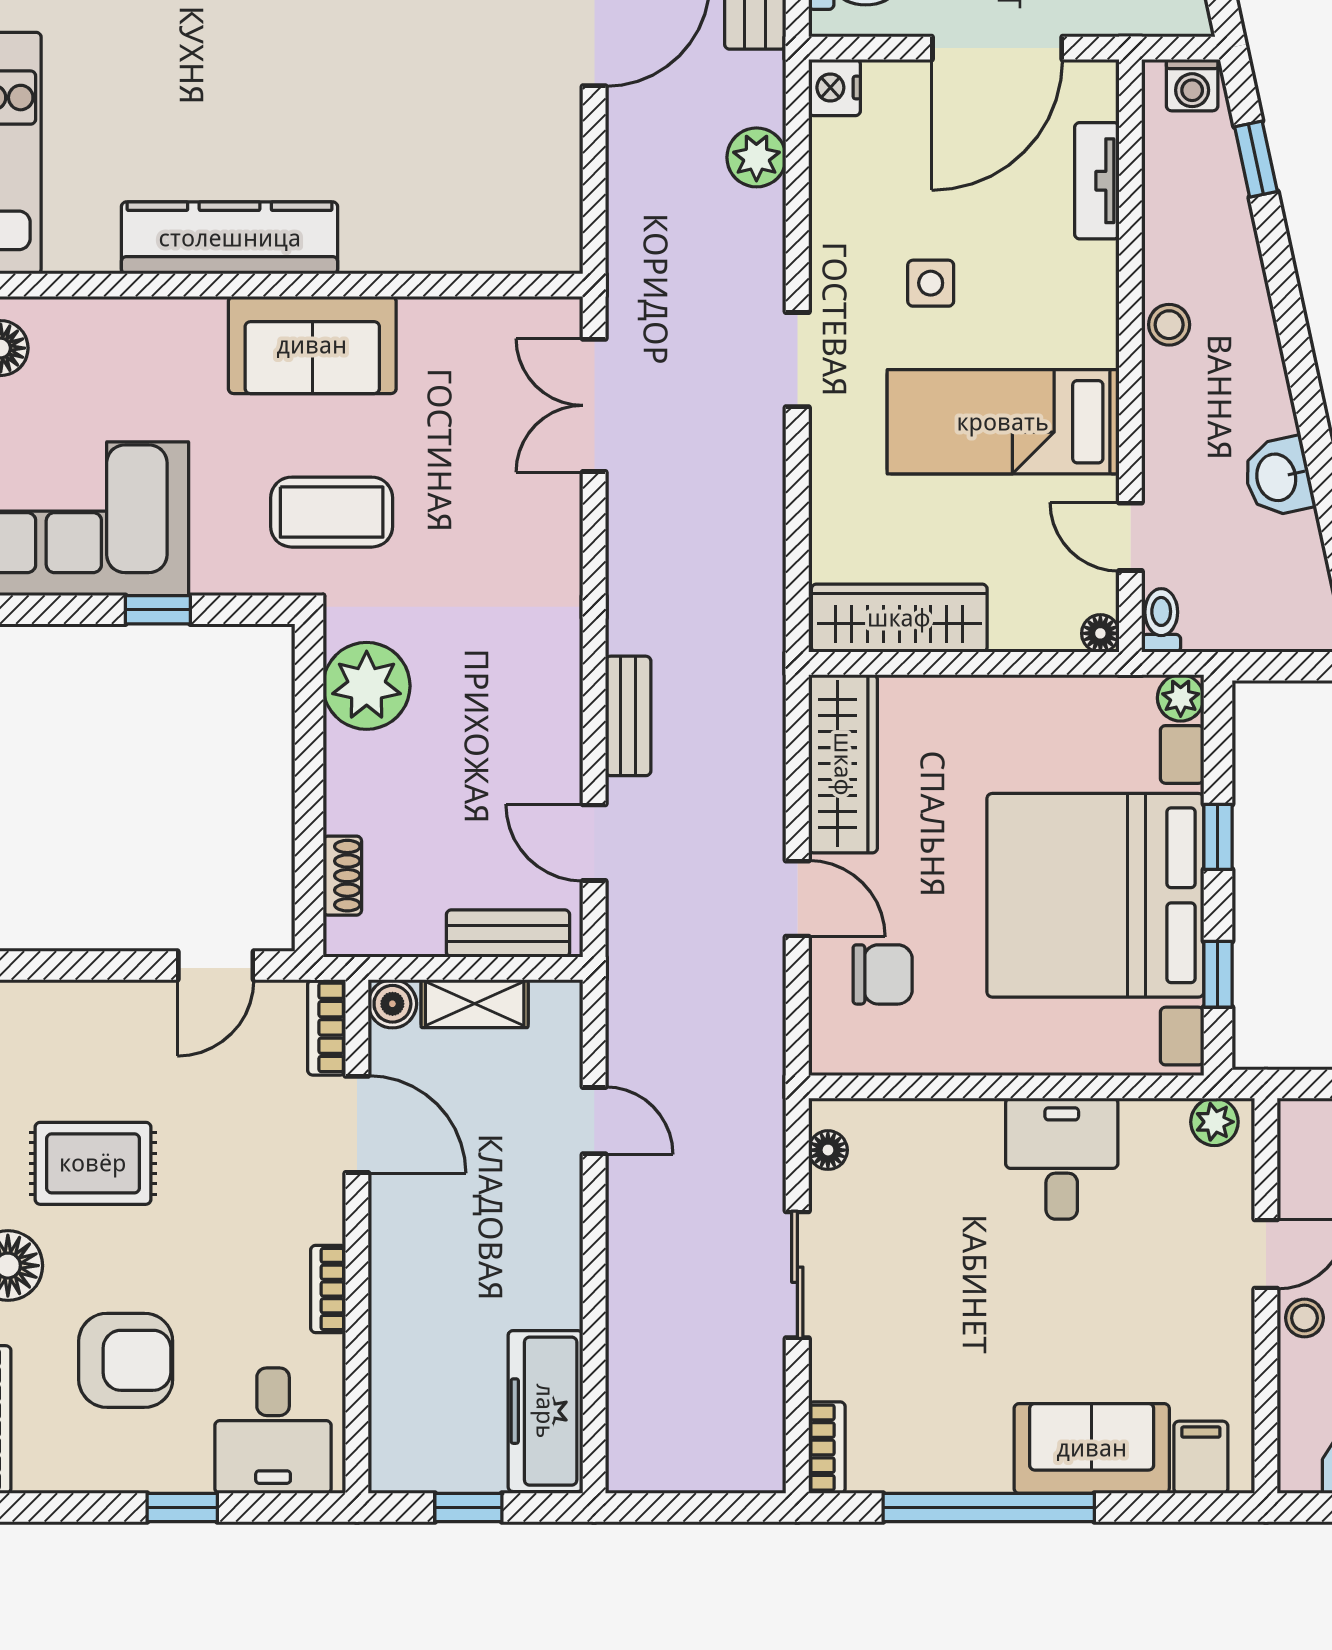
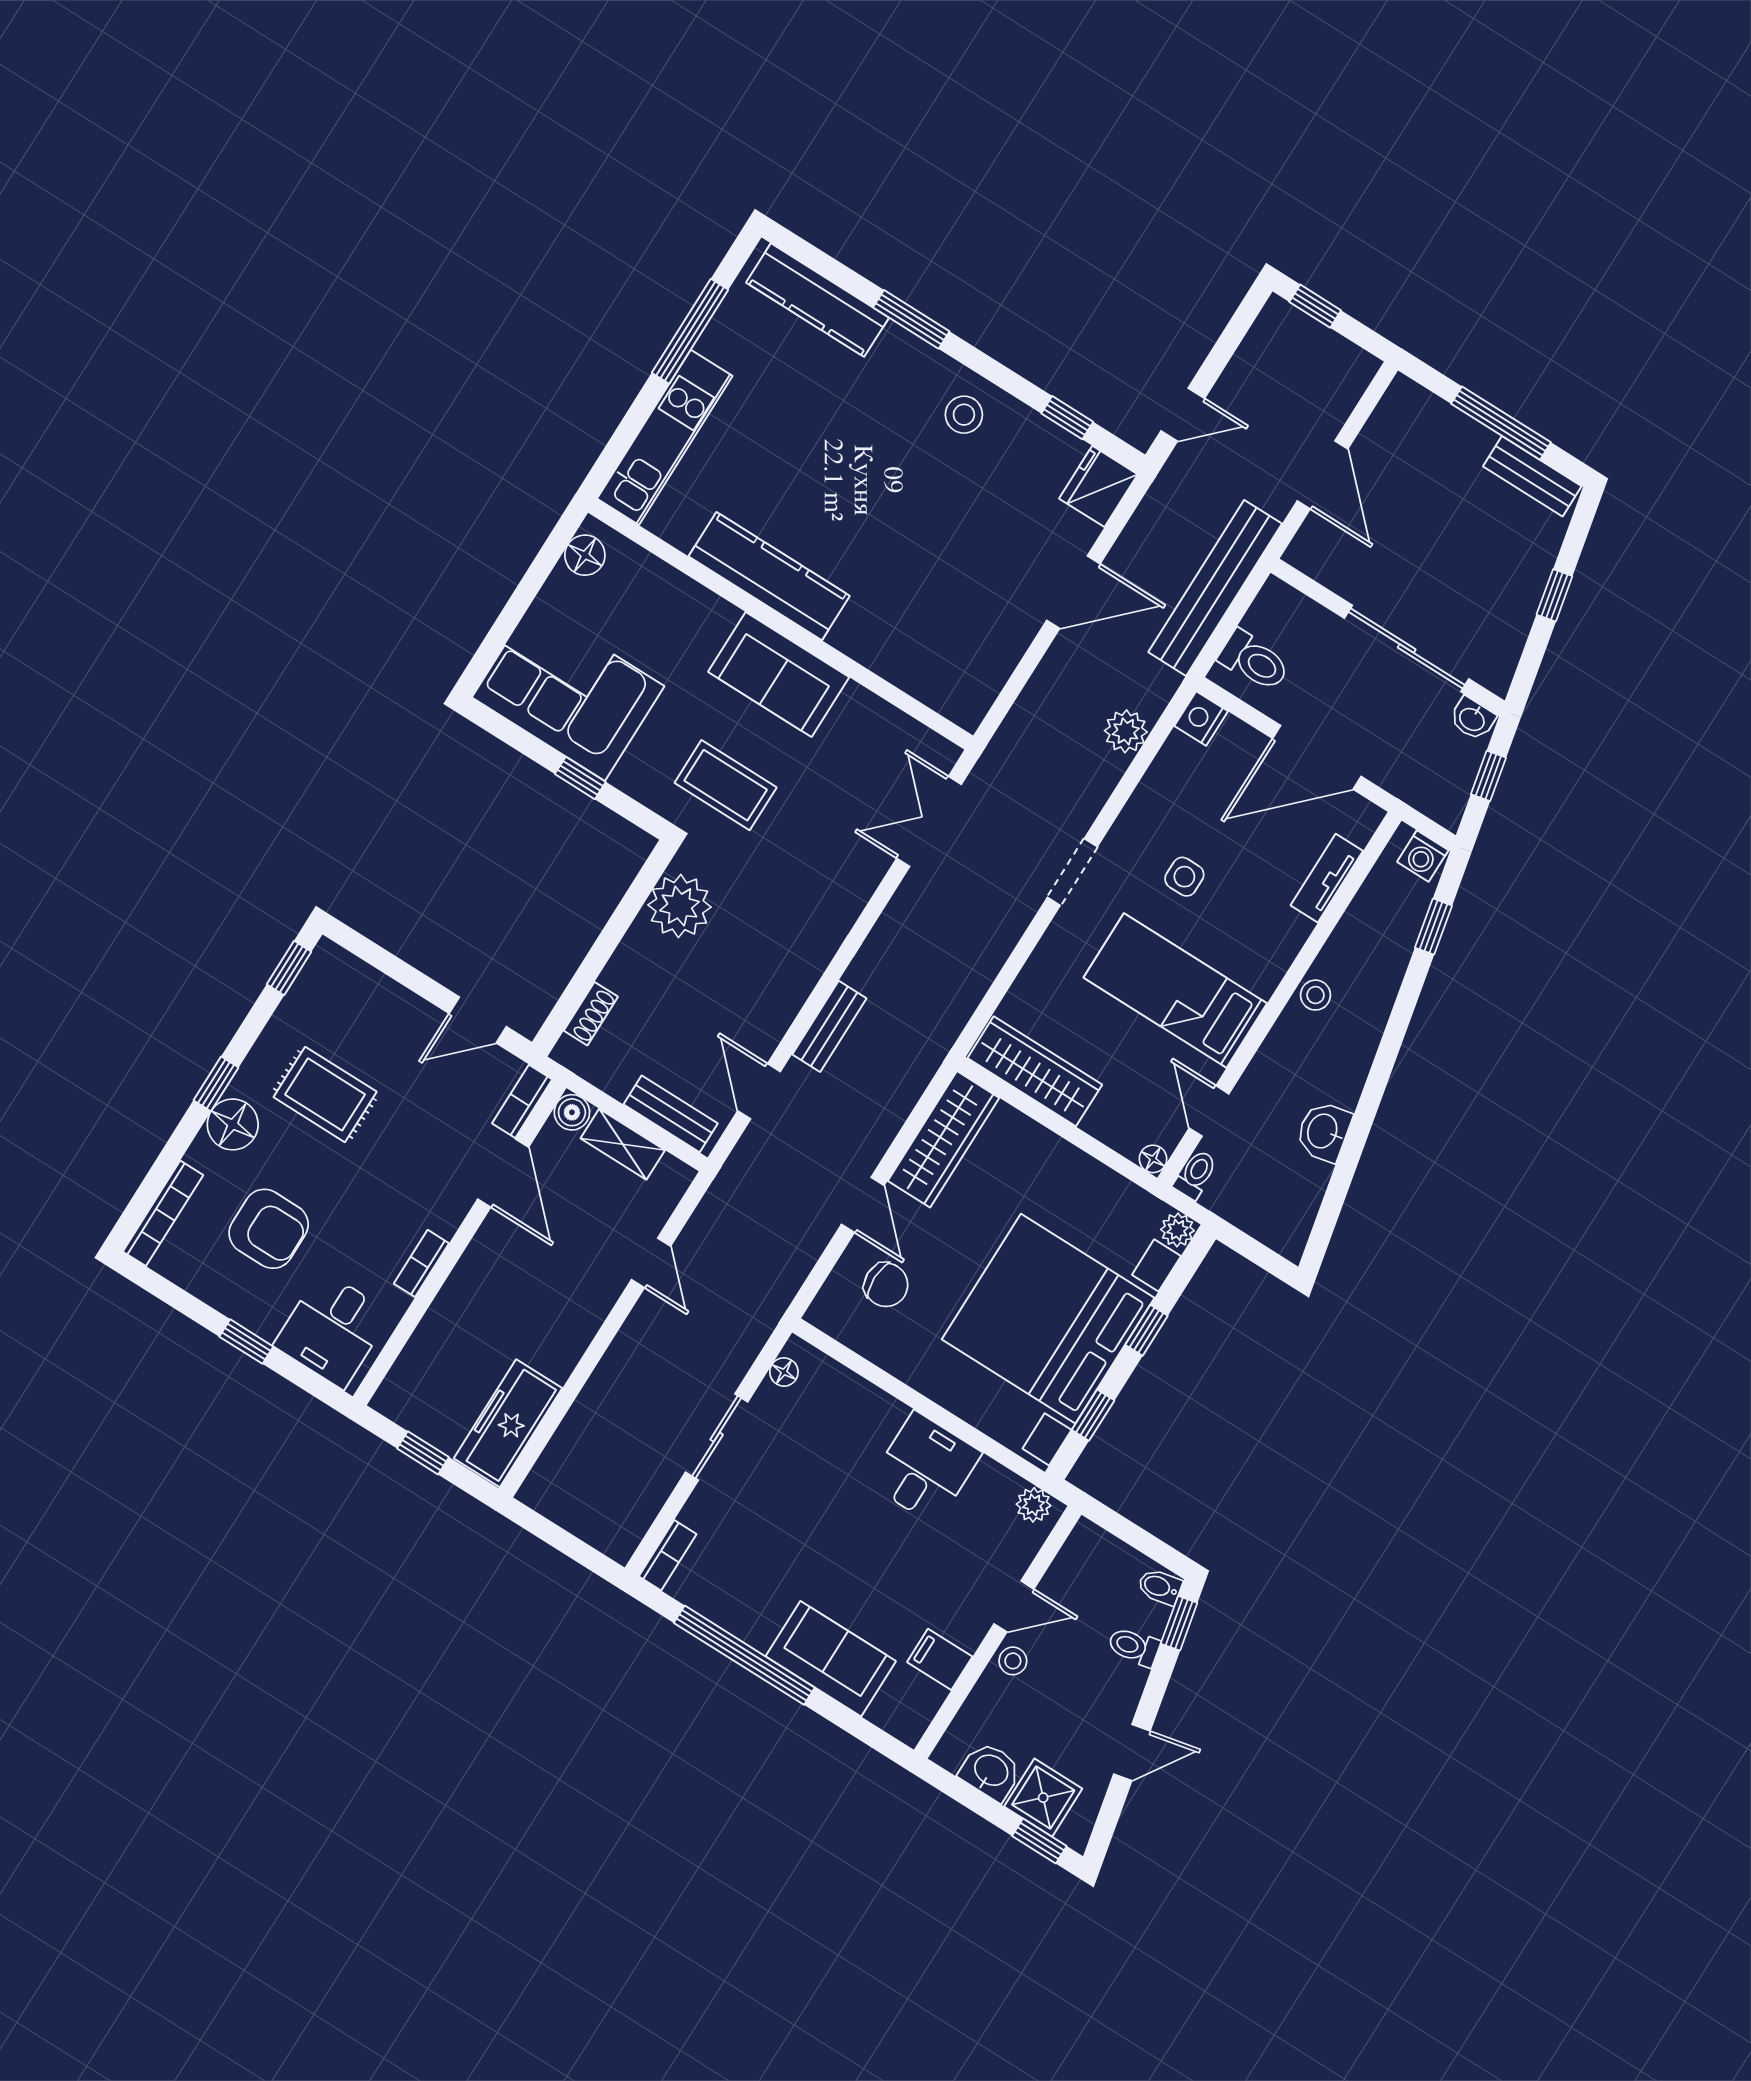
filing cabinet: (1201, 1457) -> (940, 1659), moved, turned -90

